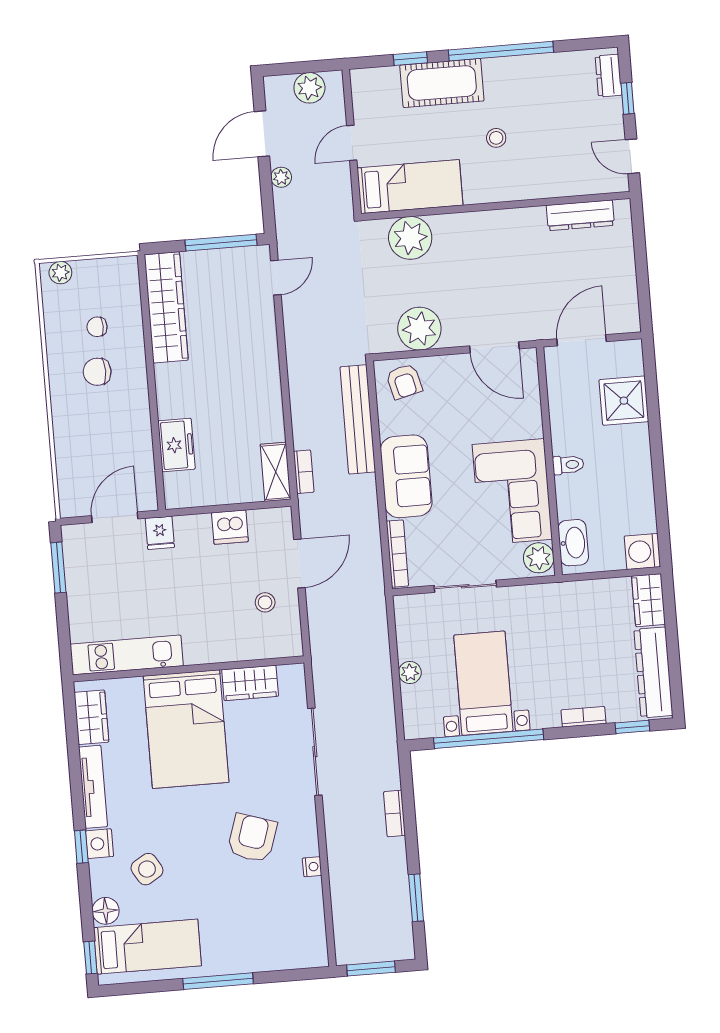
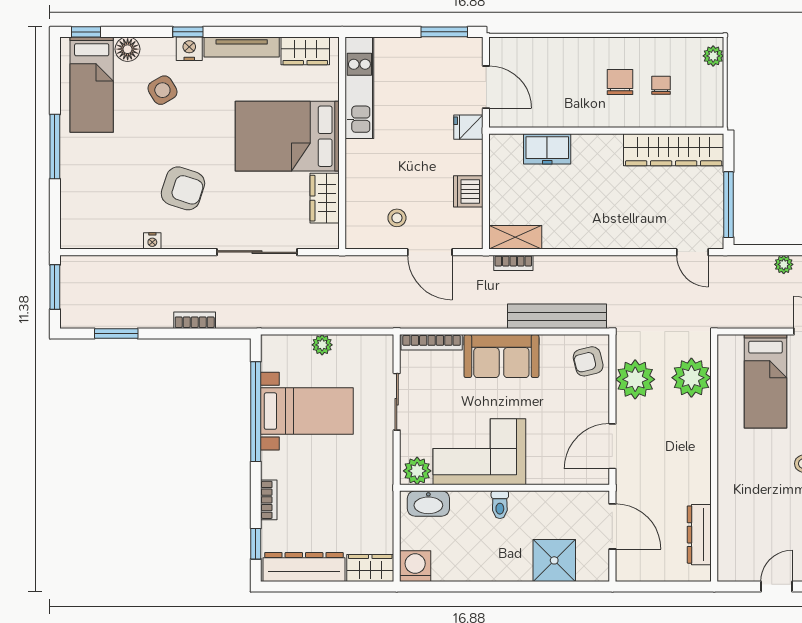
wall: (496, 206) -> (714, 458), moved
dresser: (580, 215) -> (699, 535), moved
plant: (410, 238) -> (691, 378), moved

